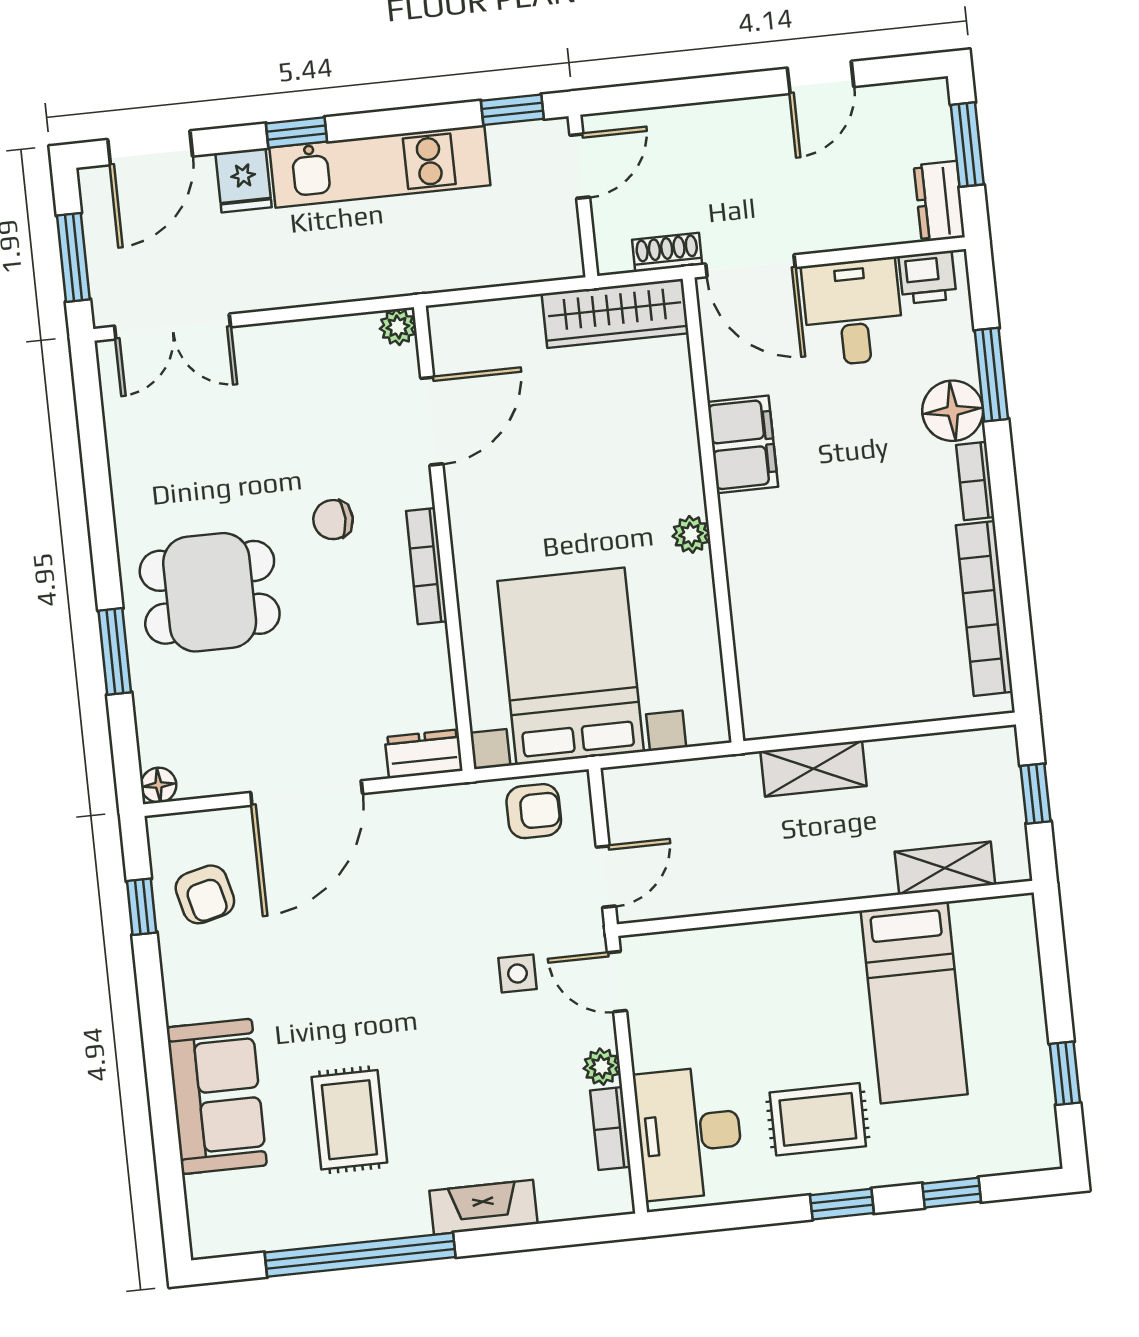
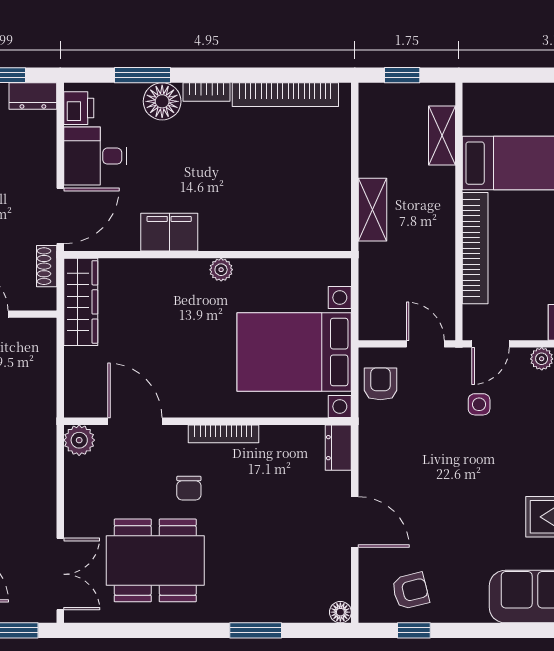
plant: (398, 327) -> (79, 440), width x1.38, depth x1.38
dining table: (210, 592) -> (155, 560), moved, width x1.38
door: (307, 793) -> (355, 522), width x0.73
bookcase: (769, 941) -> (475, 248), added

